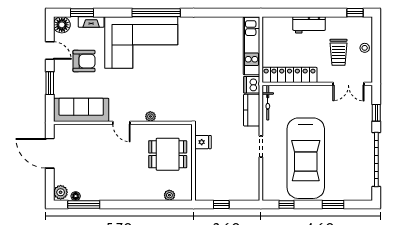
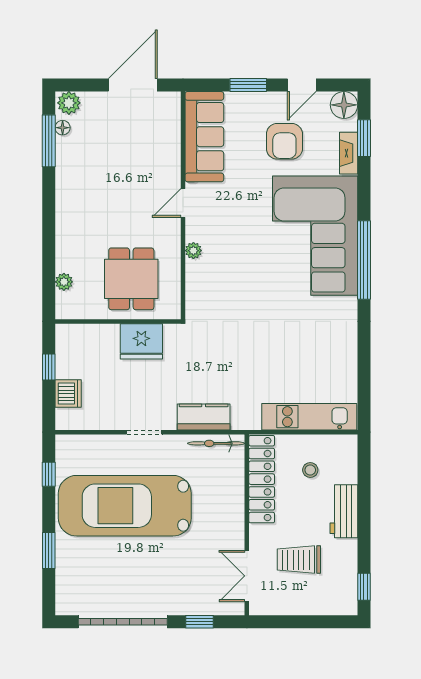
stool: (365, 48) -> (310, 470), moved
dishwasher: (252, 85) -> (68, 394), moved, turned 90
fridge: (203, 142) -> (141, 341), width x1.88, depth x1.34

